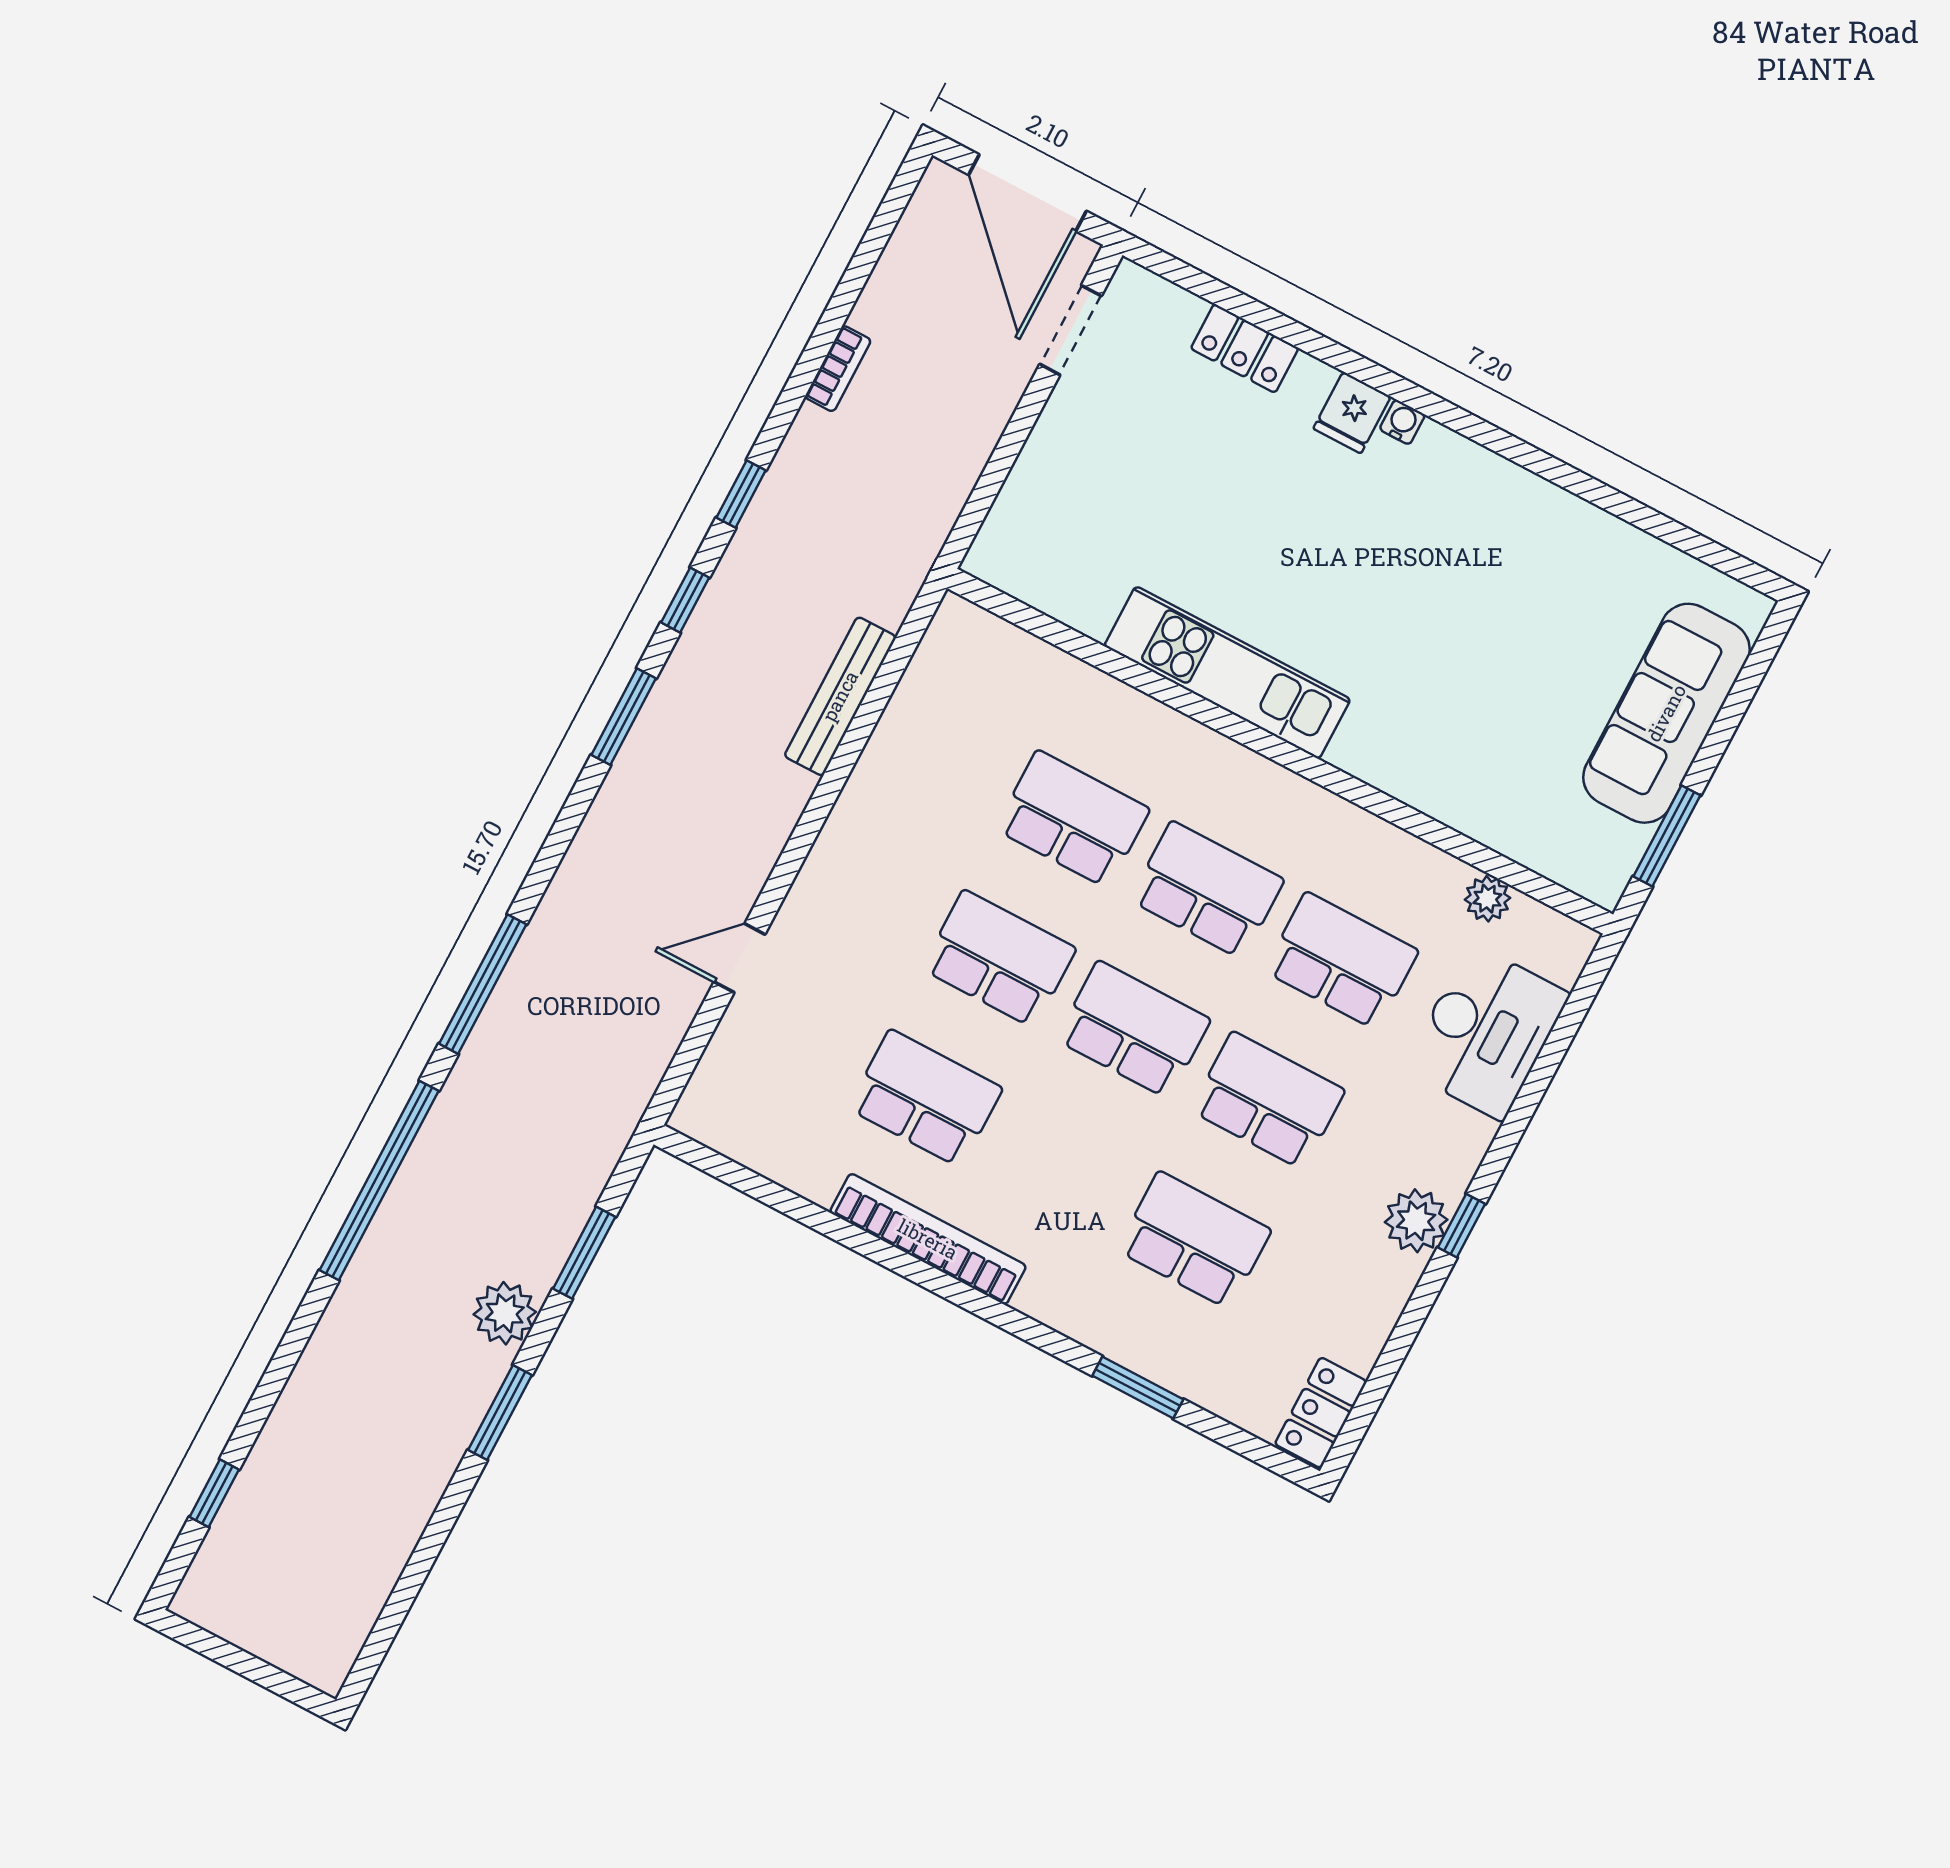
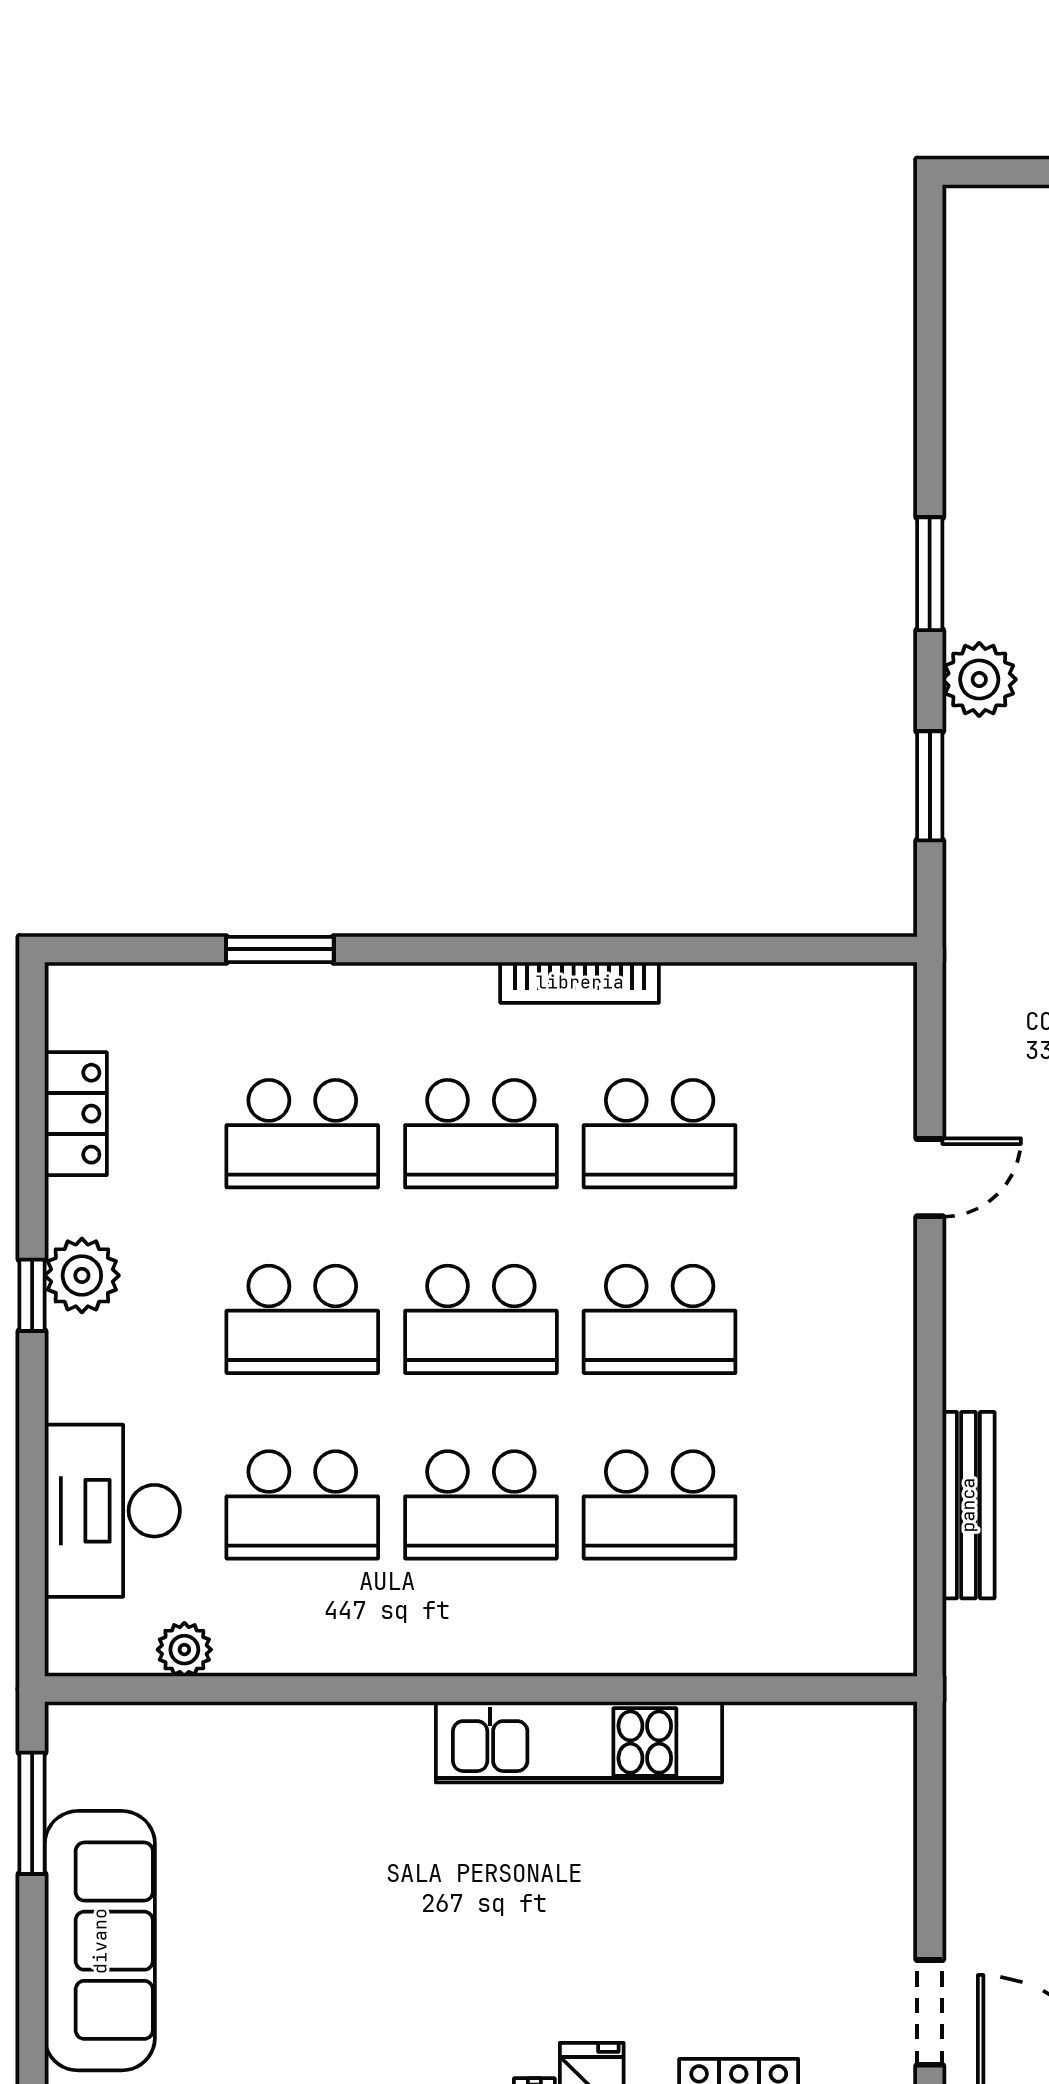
school desk: (1060, 1169) -> (481, 1134), added
bookcase: (928, 1239) -> (580, 982), width x0.68, depth x0.76
locker: (1321, 1413) -> (76, 1114), moved

